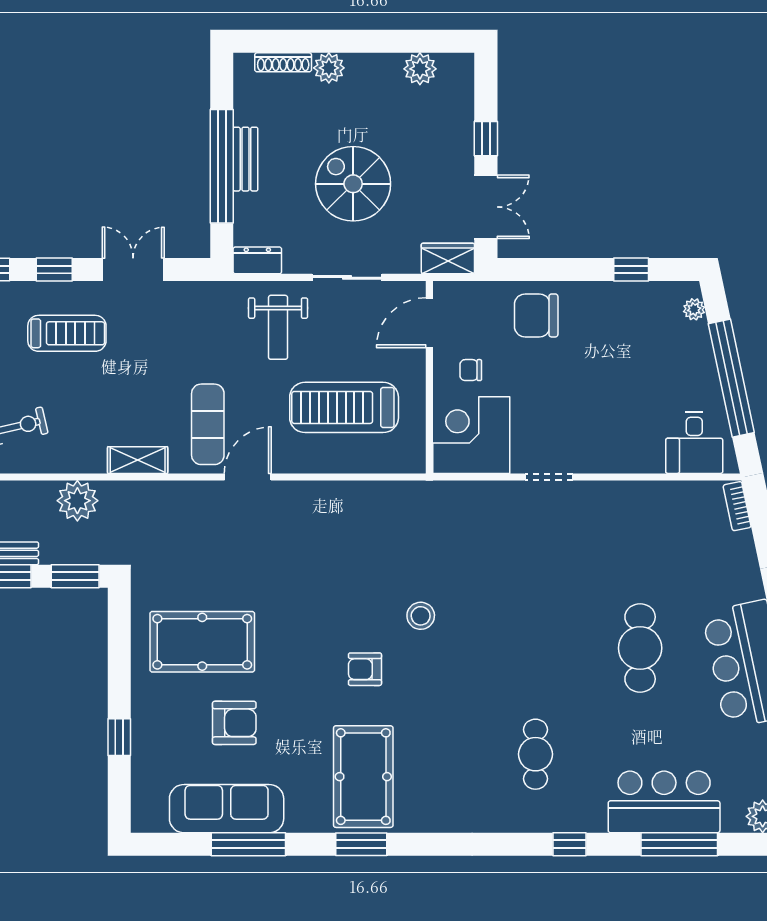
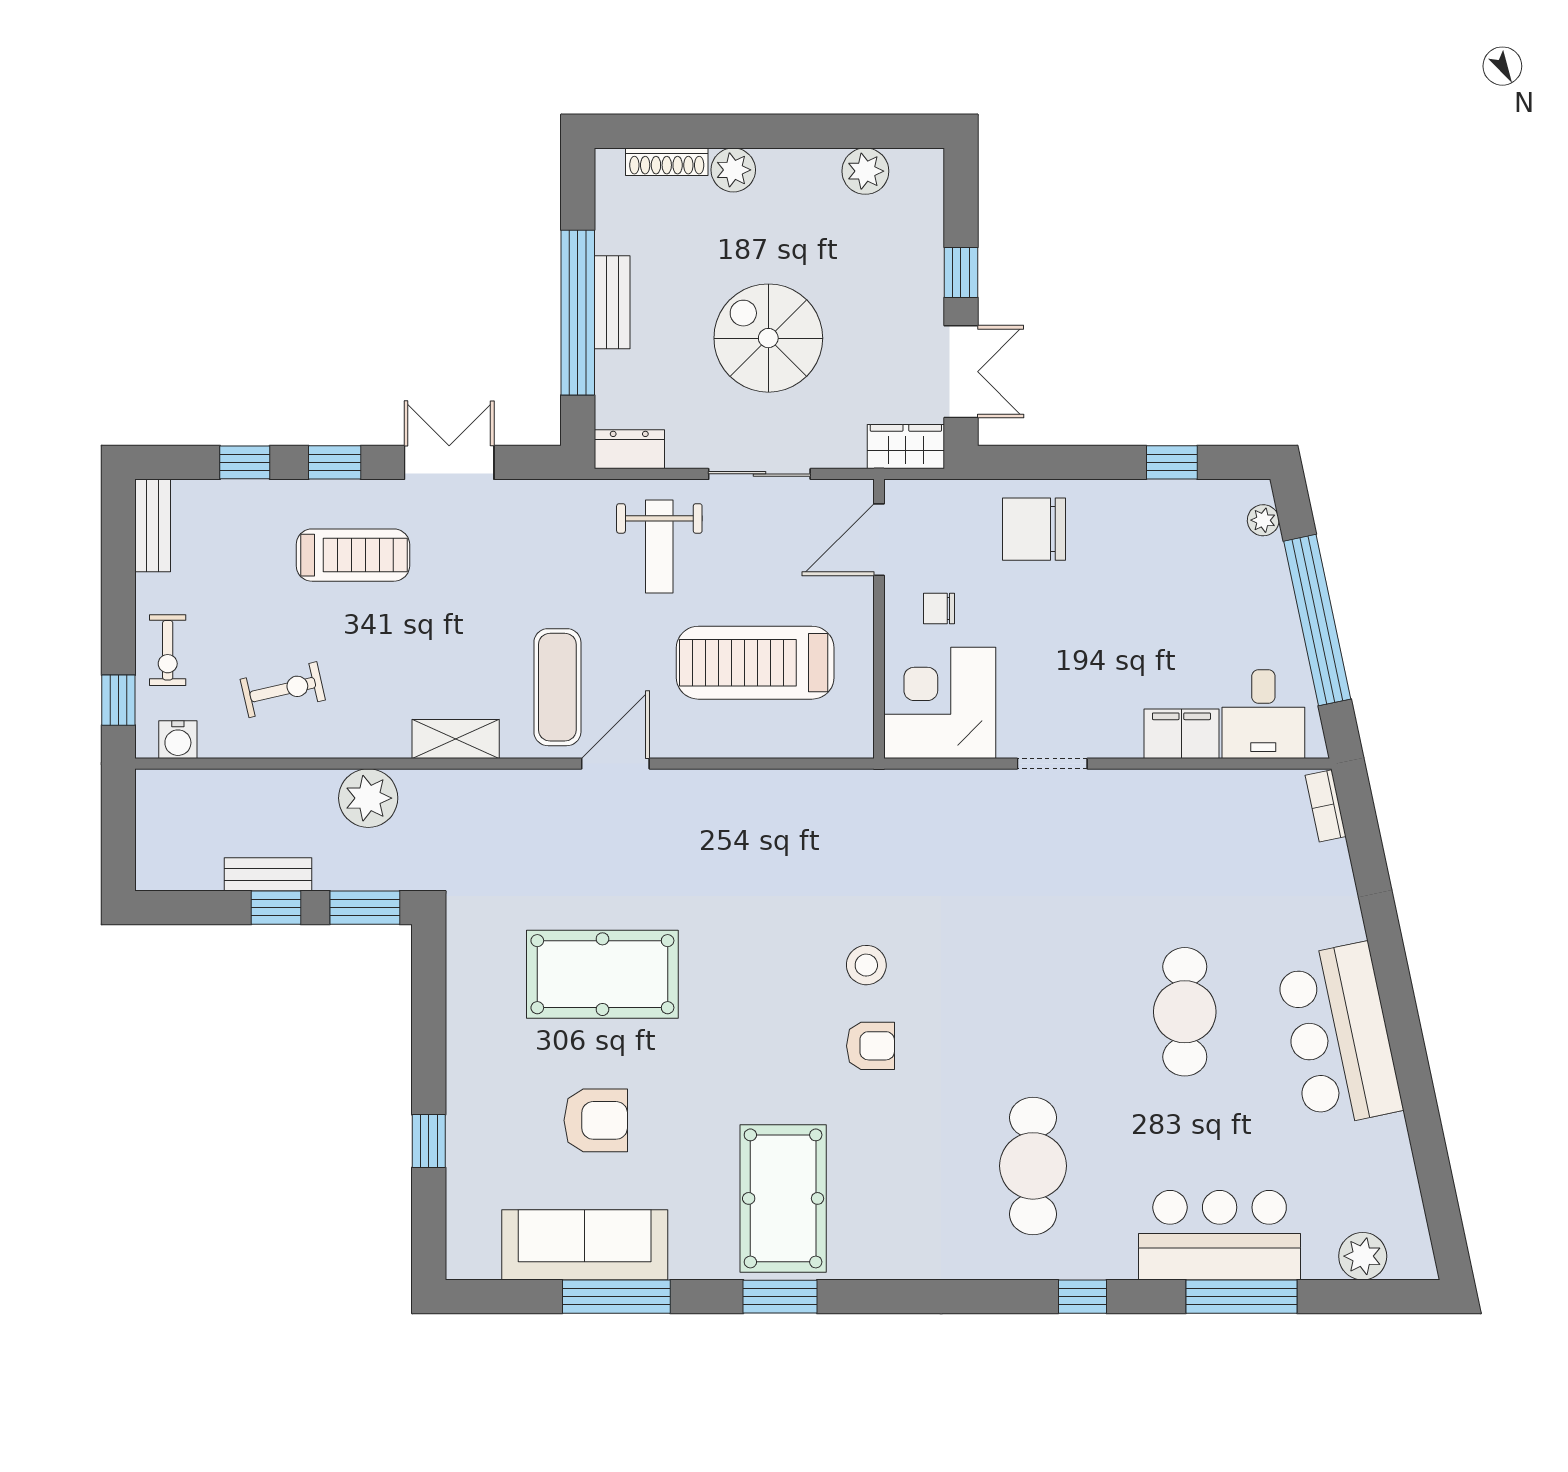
filing cabinet: (638, 456) -> (1181, 734), added
pool table: (202, 642) -> (602, 974), moved
armchair: (365, 669) -> (870, 1046), moved, turned 180
cafe table: (535, 754) -> (1033, 1166), width x1.37, depth x1.35

